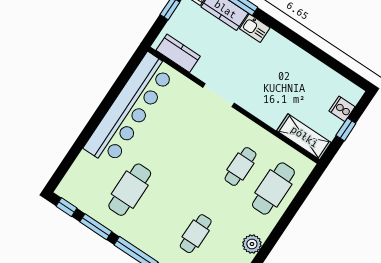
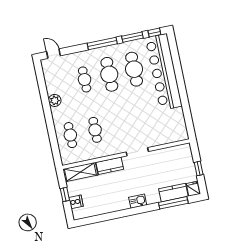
kitchen sink: (255, 28) -> (138, 201), moved
kitchen counter: (178, 53) -> (110, 166), moved
bar counter: (130, 109) -> (164, 72), moved
cafe table: (273, 188) -> (70, 135), width x0.73, depth x0.74
cafe table: (163, 212) -> (109, 74), added

